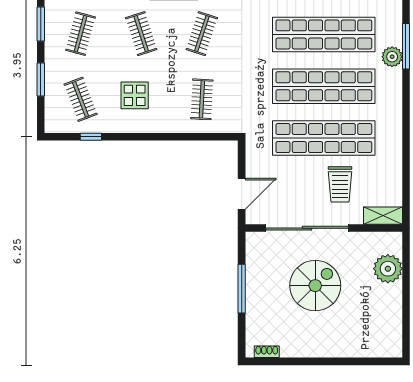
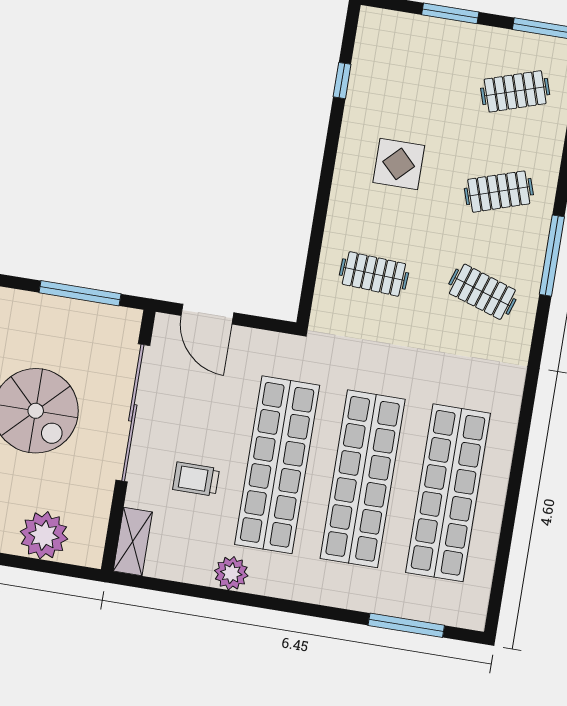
clothes rail: (81, 34) -> (515, 91), turned -33
plant: (392, 57) -> (231, 573), moved
clothes rail: (81, 99) -> (407, 74), removed
trolley: (340, 184) -> (196, 479), width x0.73, depth x0.72
window: (242, 289) -> (80, 293), moved

